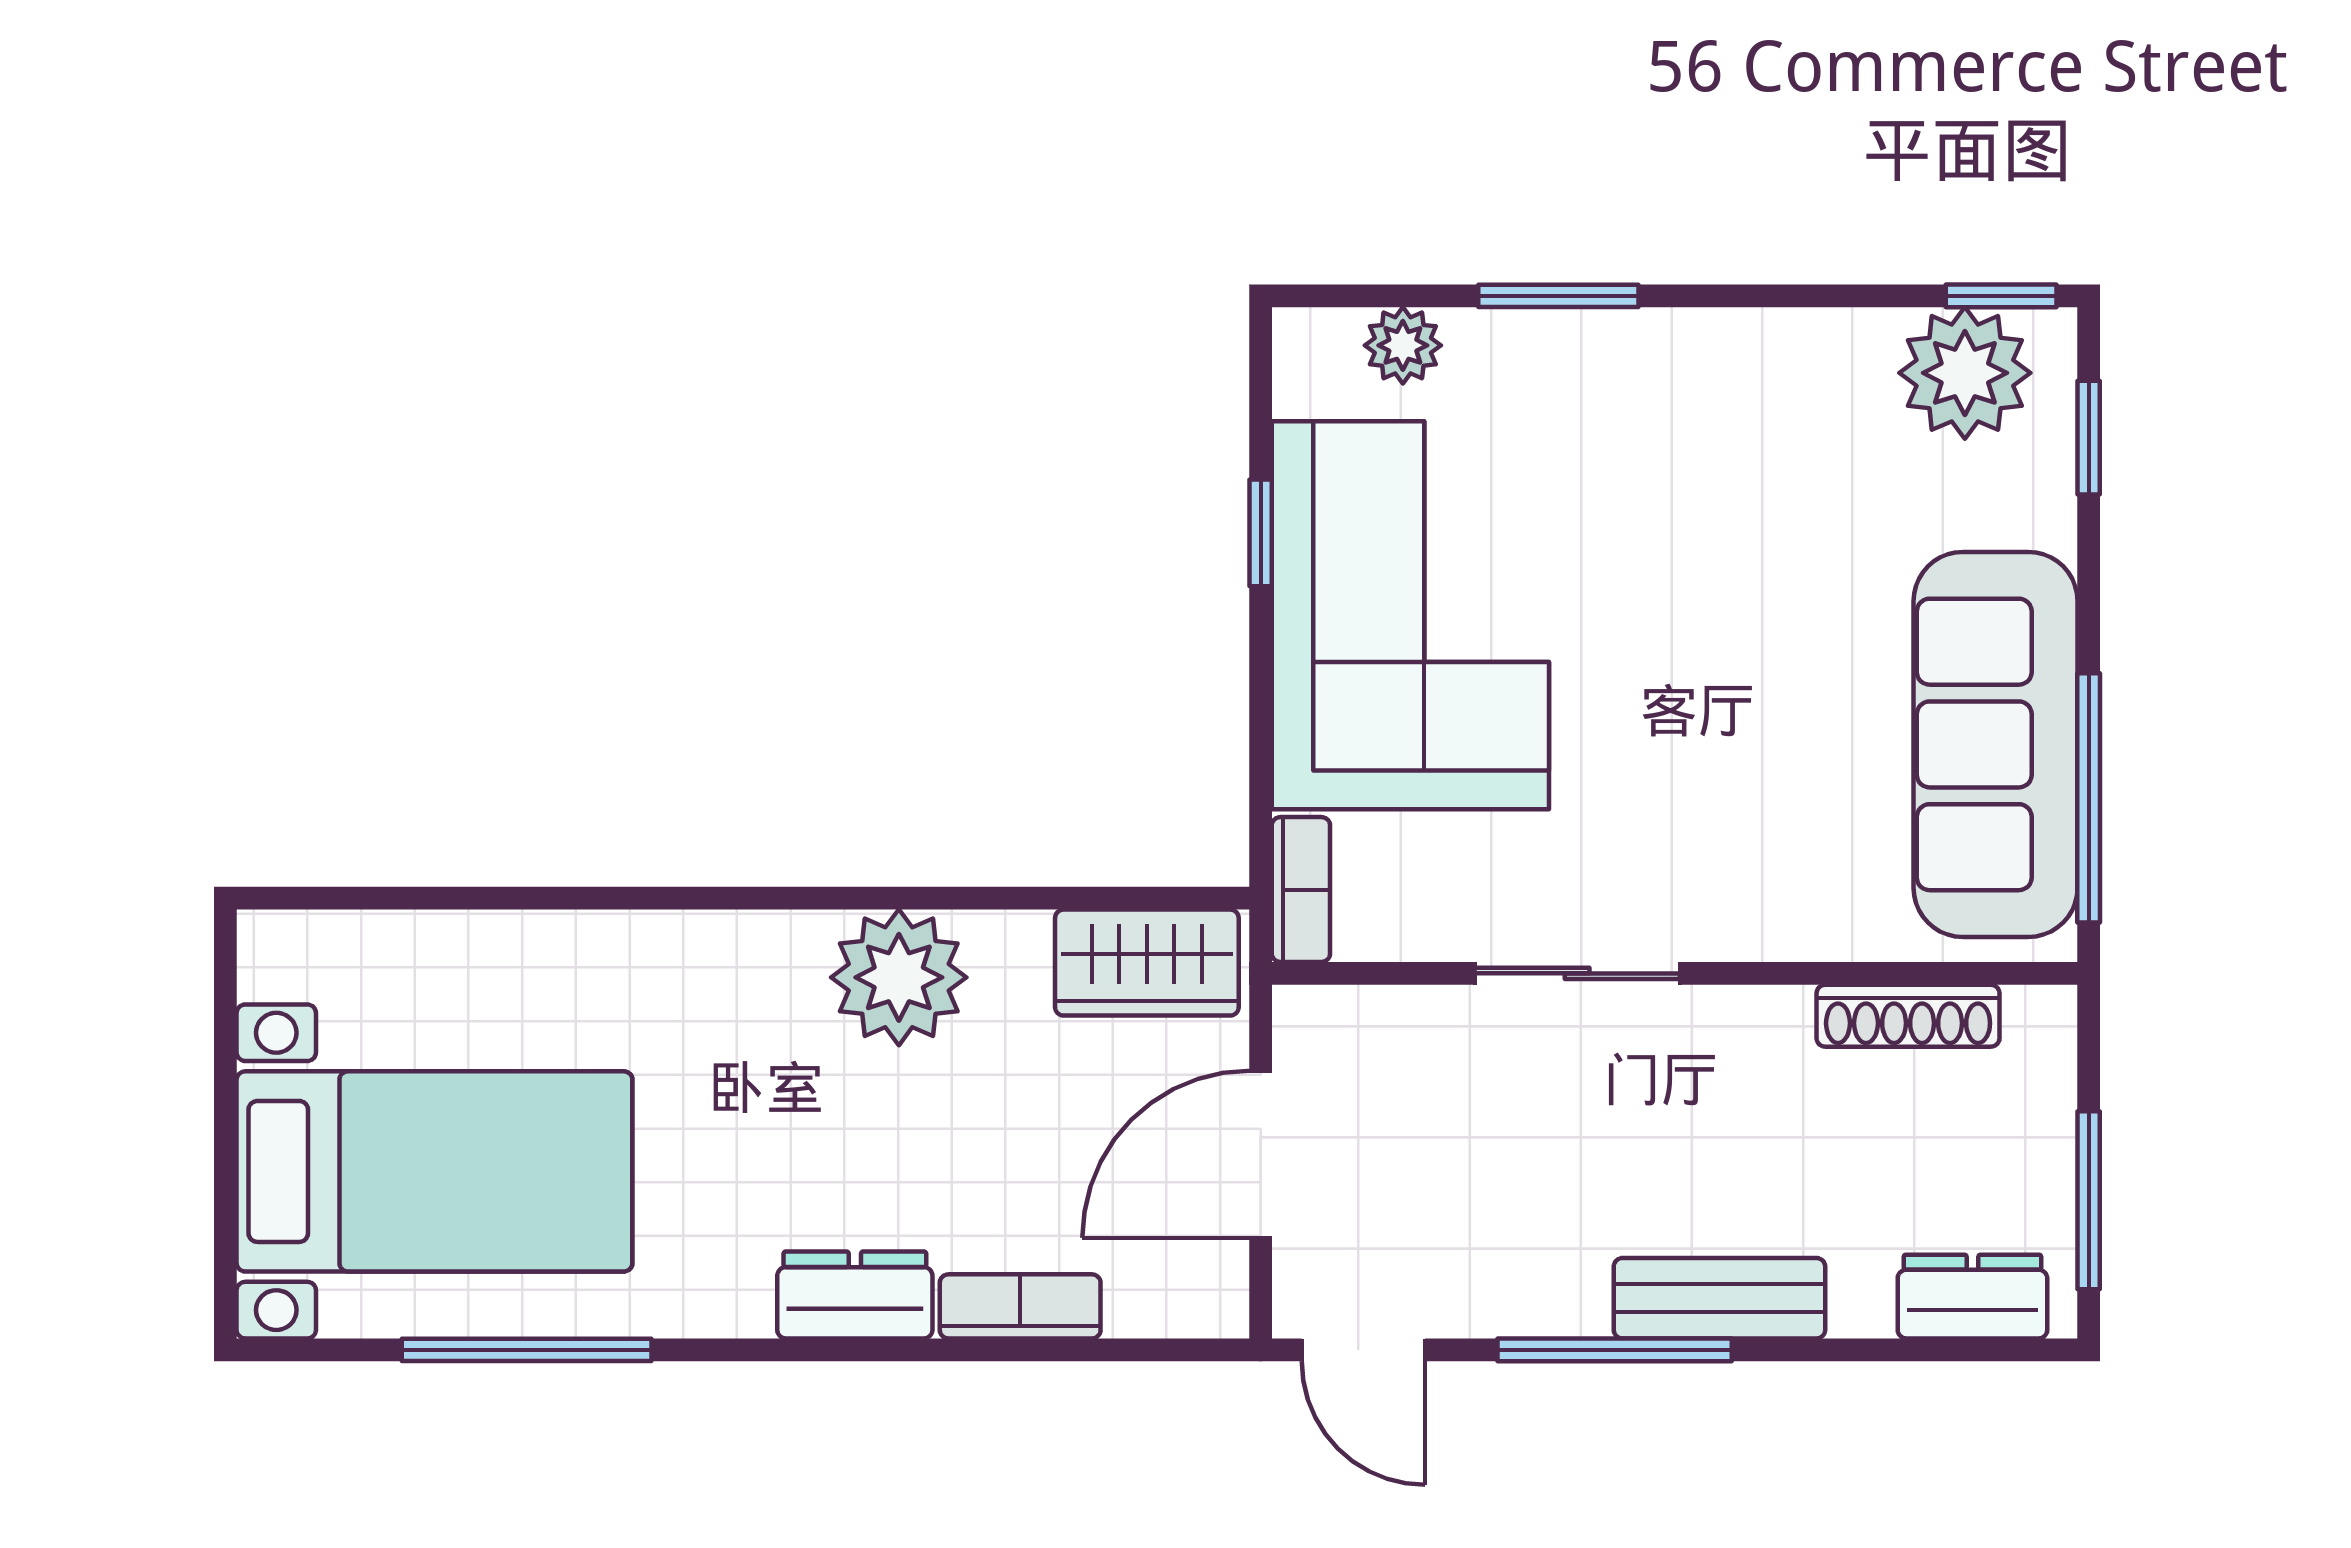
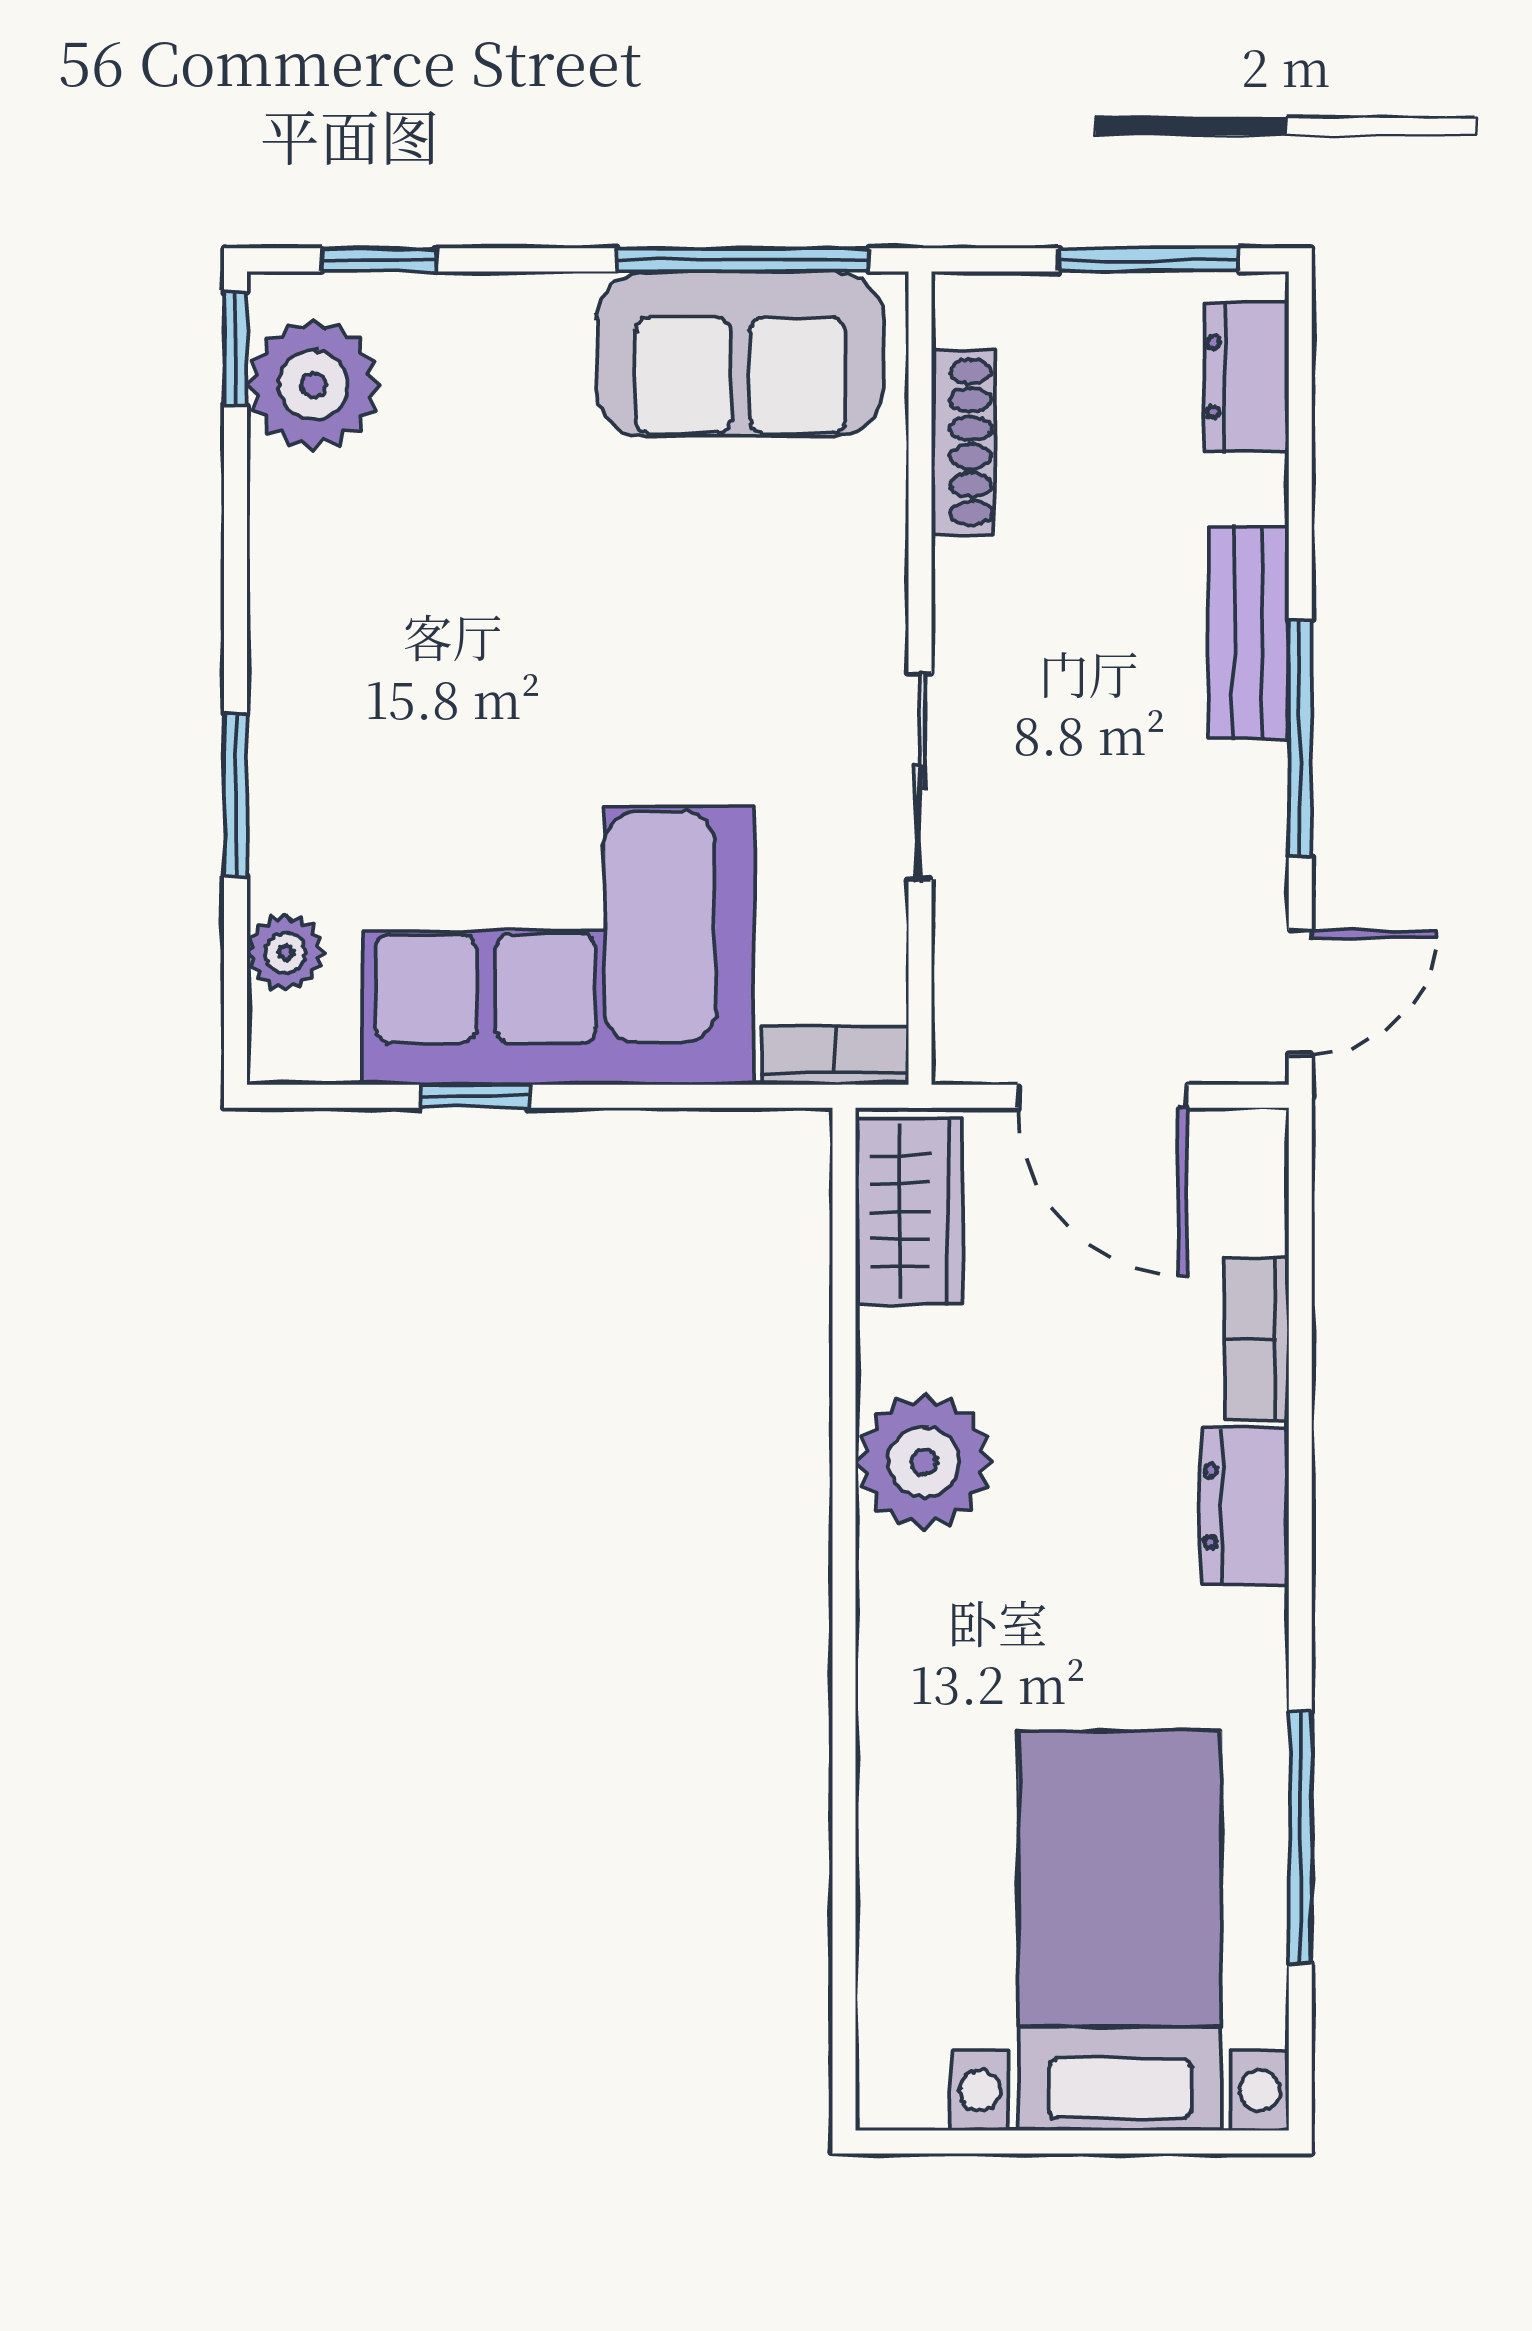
sofa: (1996, 744) -> (740, 354), width x0.73

